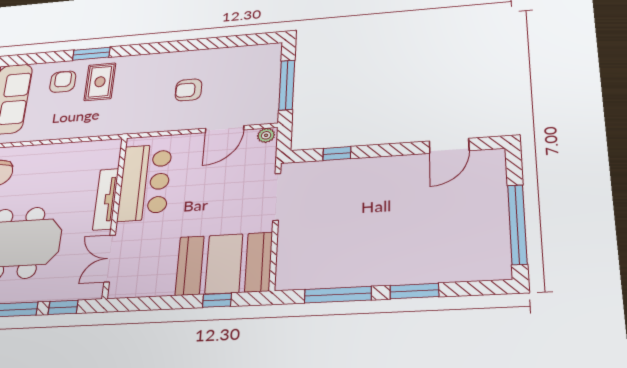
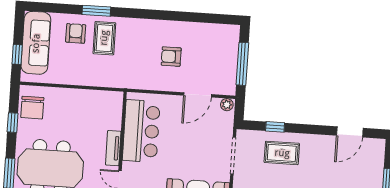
rug: (349, 185) -> (282, 153), added
tv unit: (106, 199) -> (113, 148), width x0.71

